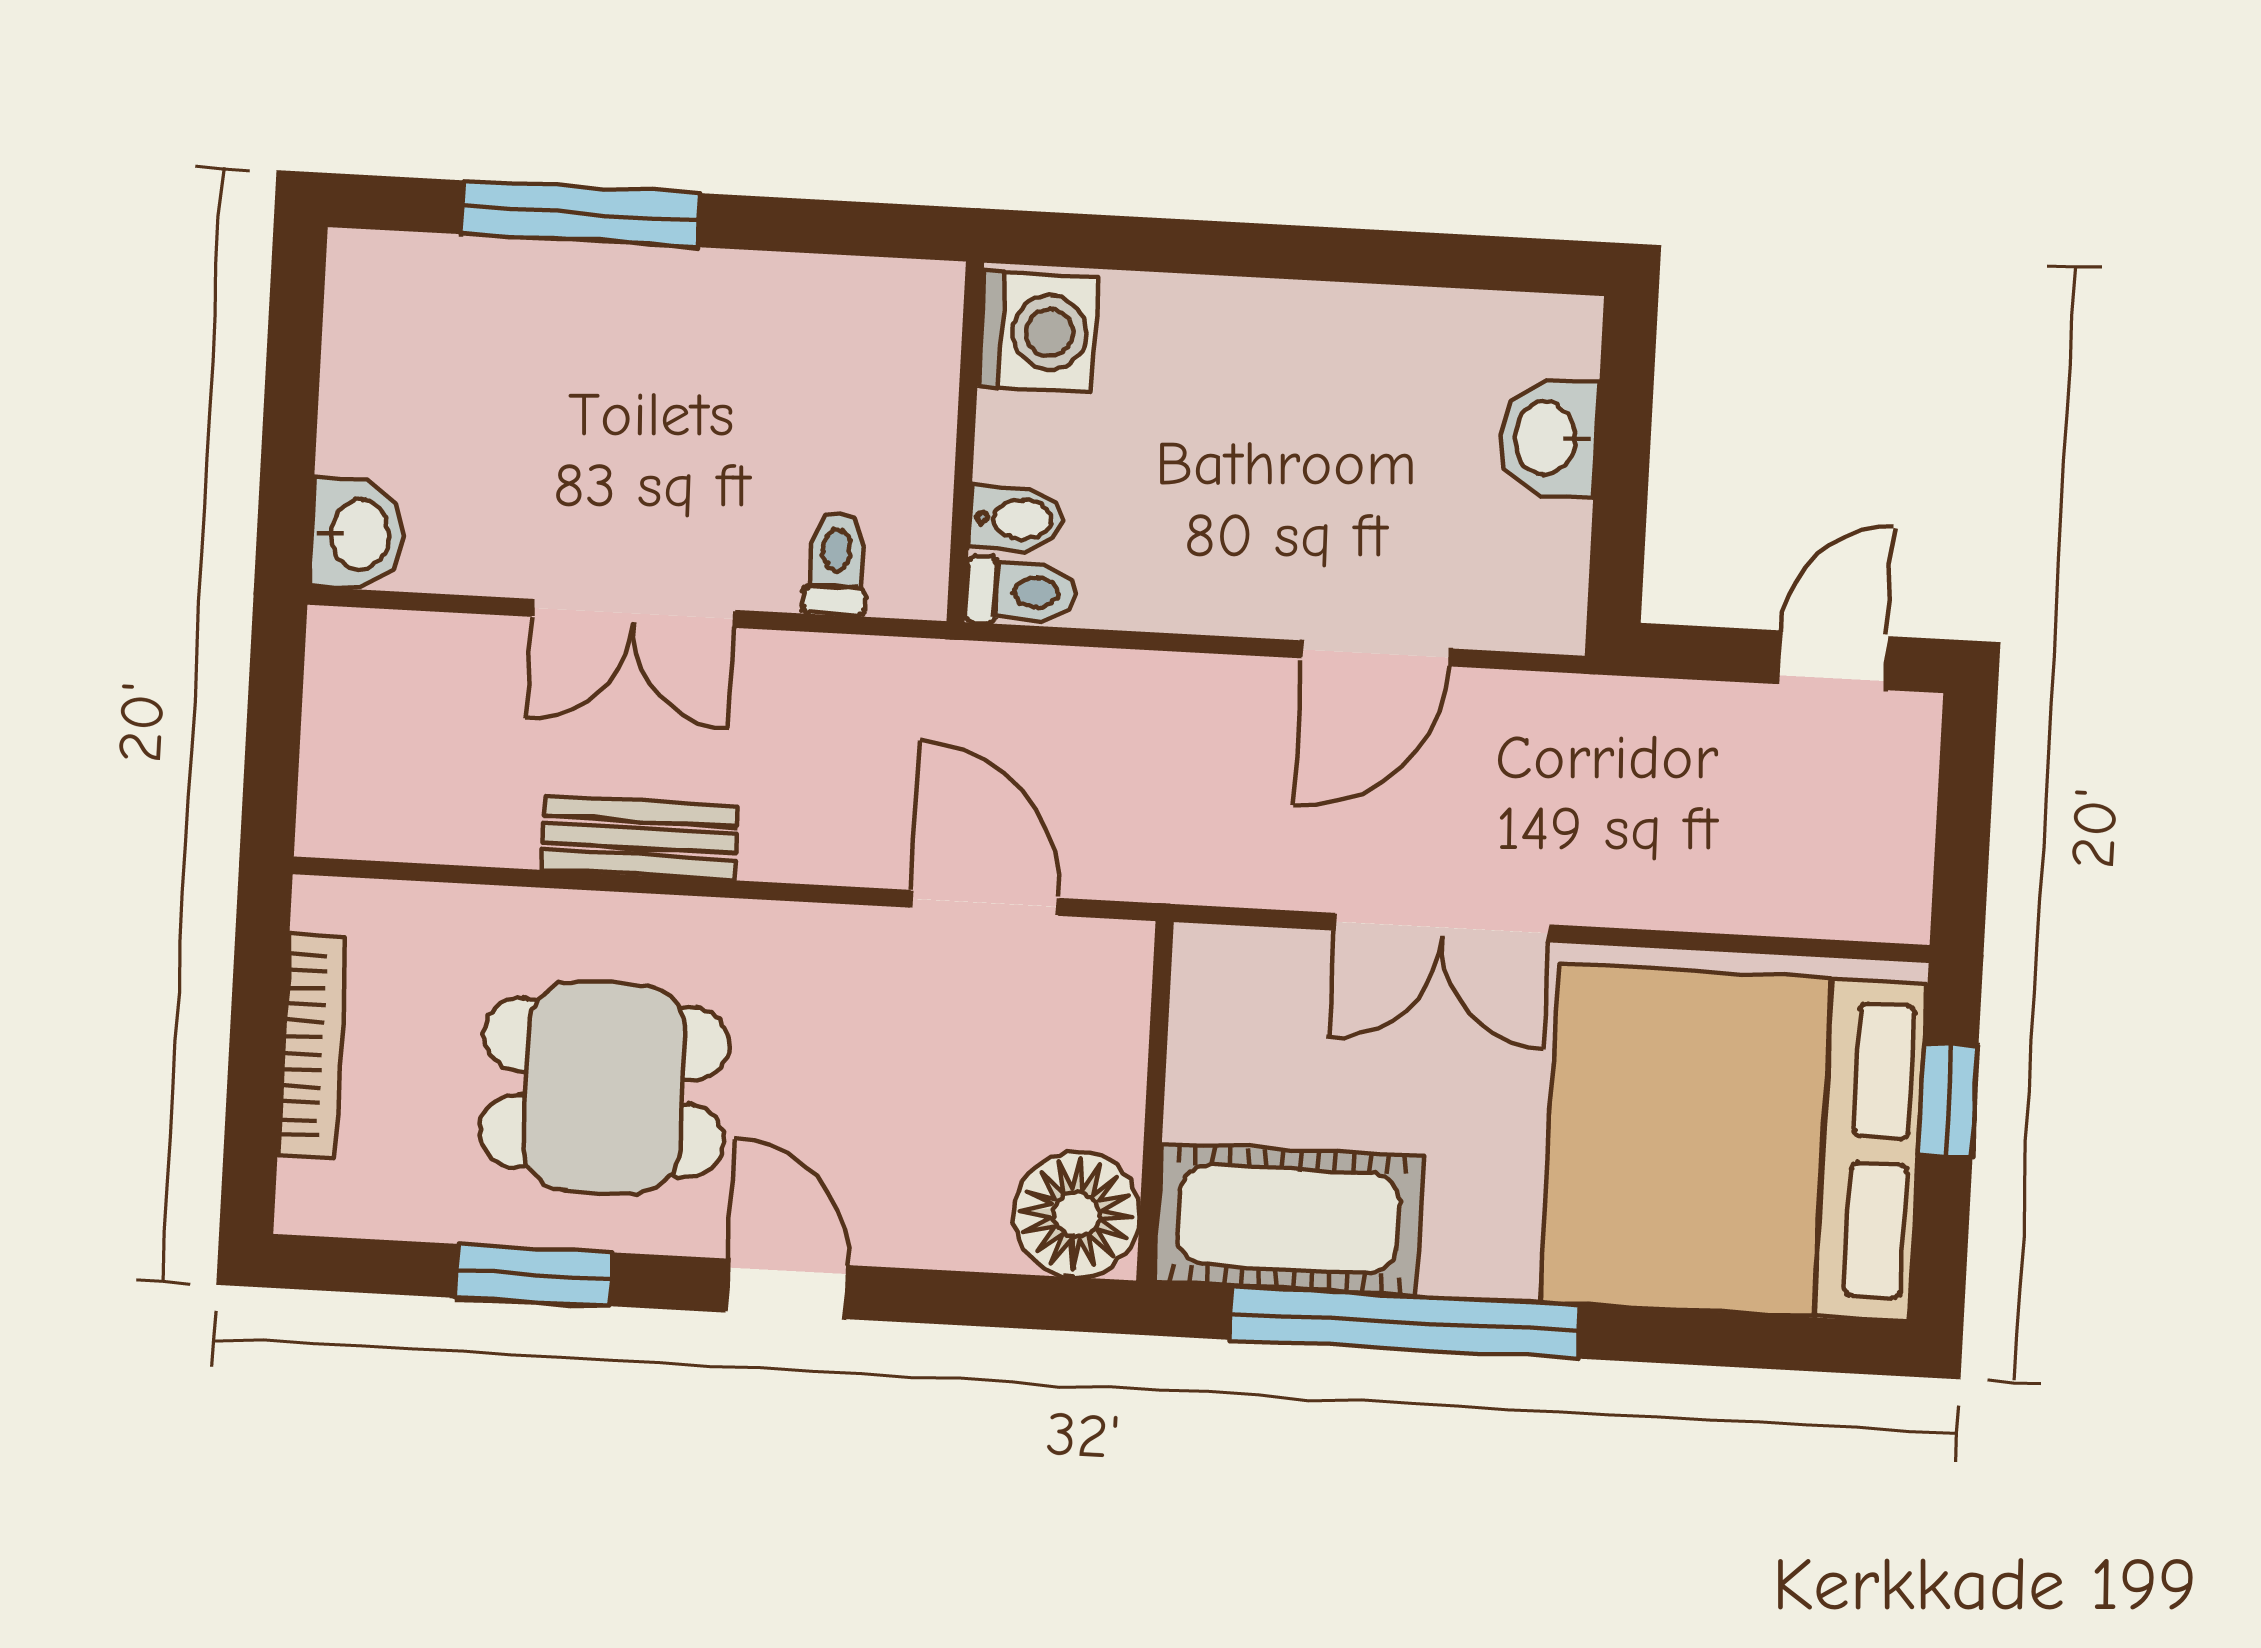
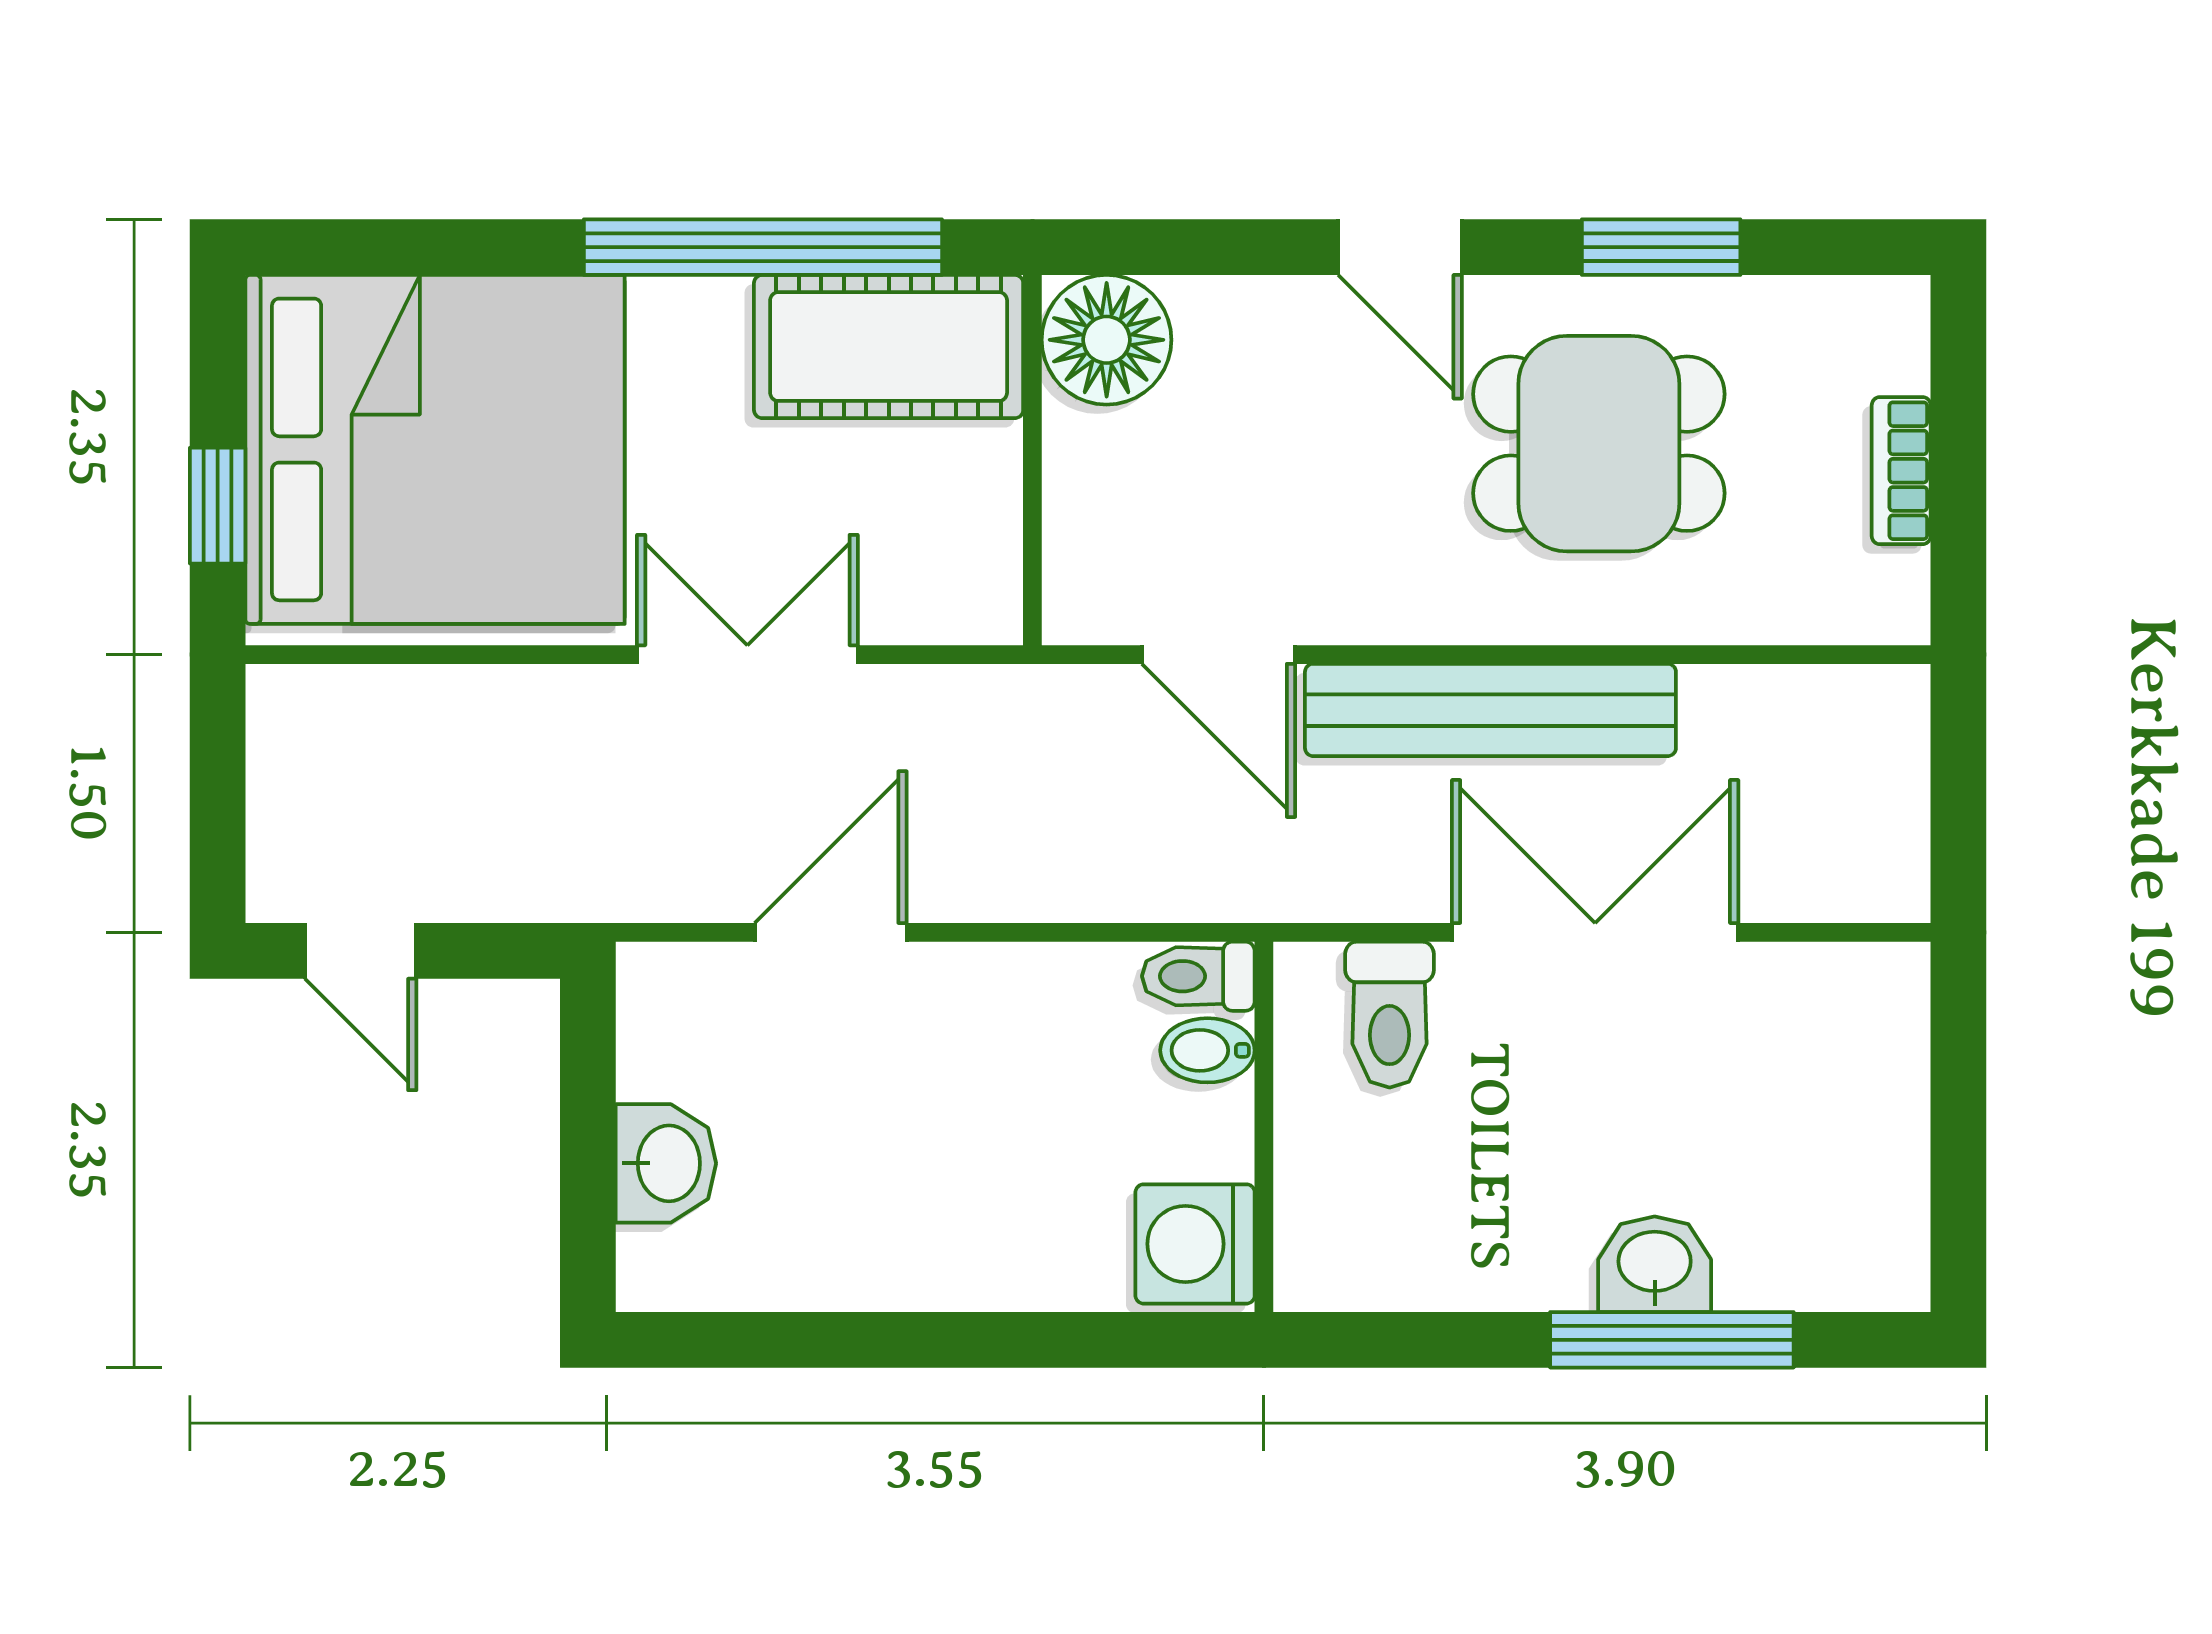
washbasin: (358, 534) -> (1655, 1264), moved, turned 90
toilet: (836, 564) -> (1390, 1015), width x1.37, depth x1.39
double door: (633, 613) -> (1595, 932), width x1.37
door: (1833, 660) -> (361, 951), hinge flipped
bench: (640, 838) -> (1490, 710), width x1.86, depth x1.21
bookcase: (312, 1045) -> (1901, 471), width x0.64

